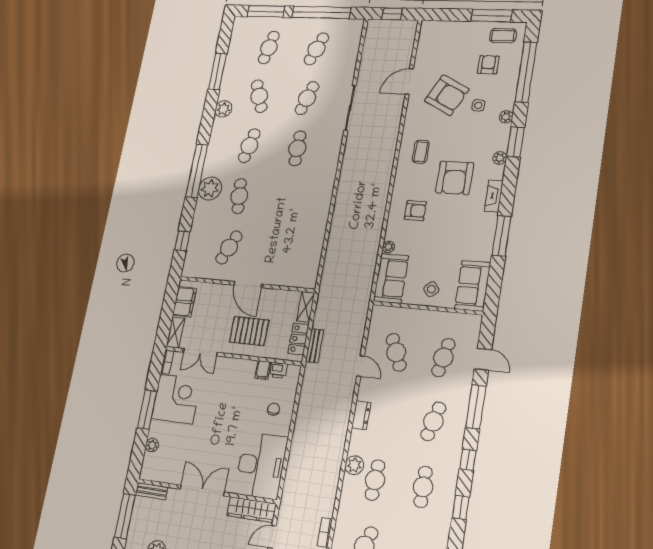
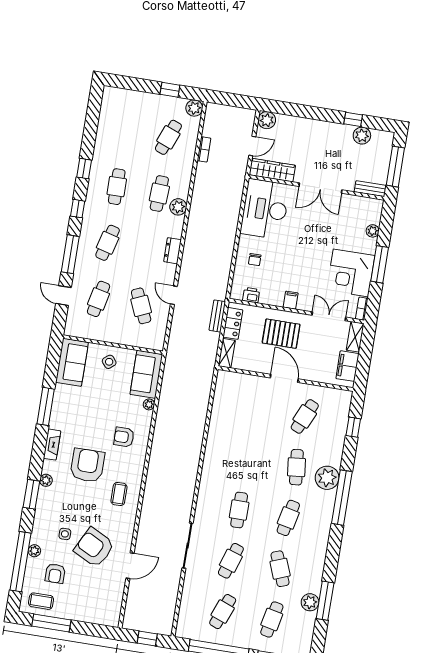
plant: (223, 109) -> (310, 602), moved
plant: (506, 117) -> (34, 551), moved
filing cabinet: (263, 370) -> (291, 300), moved

